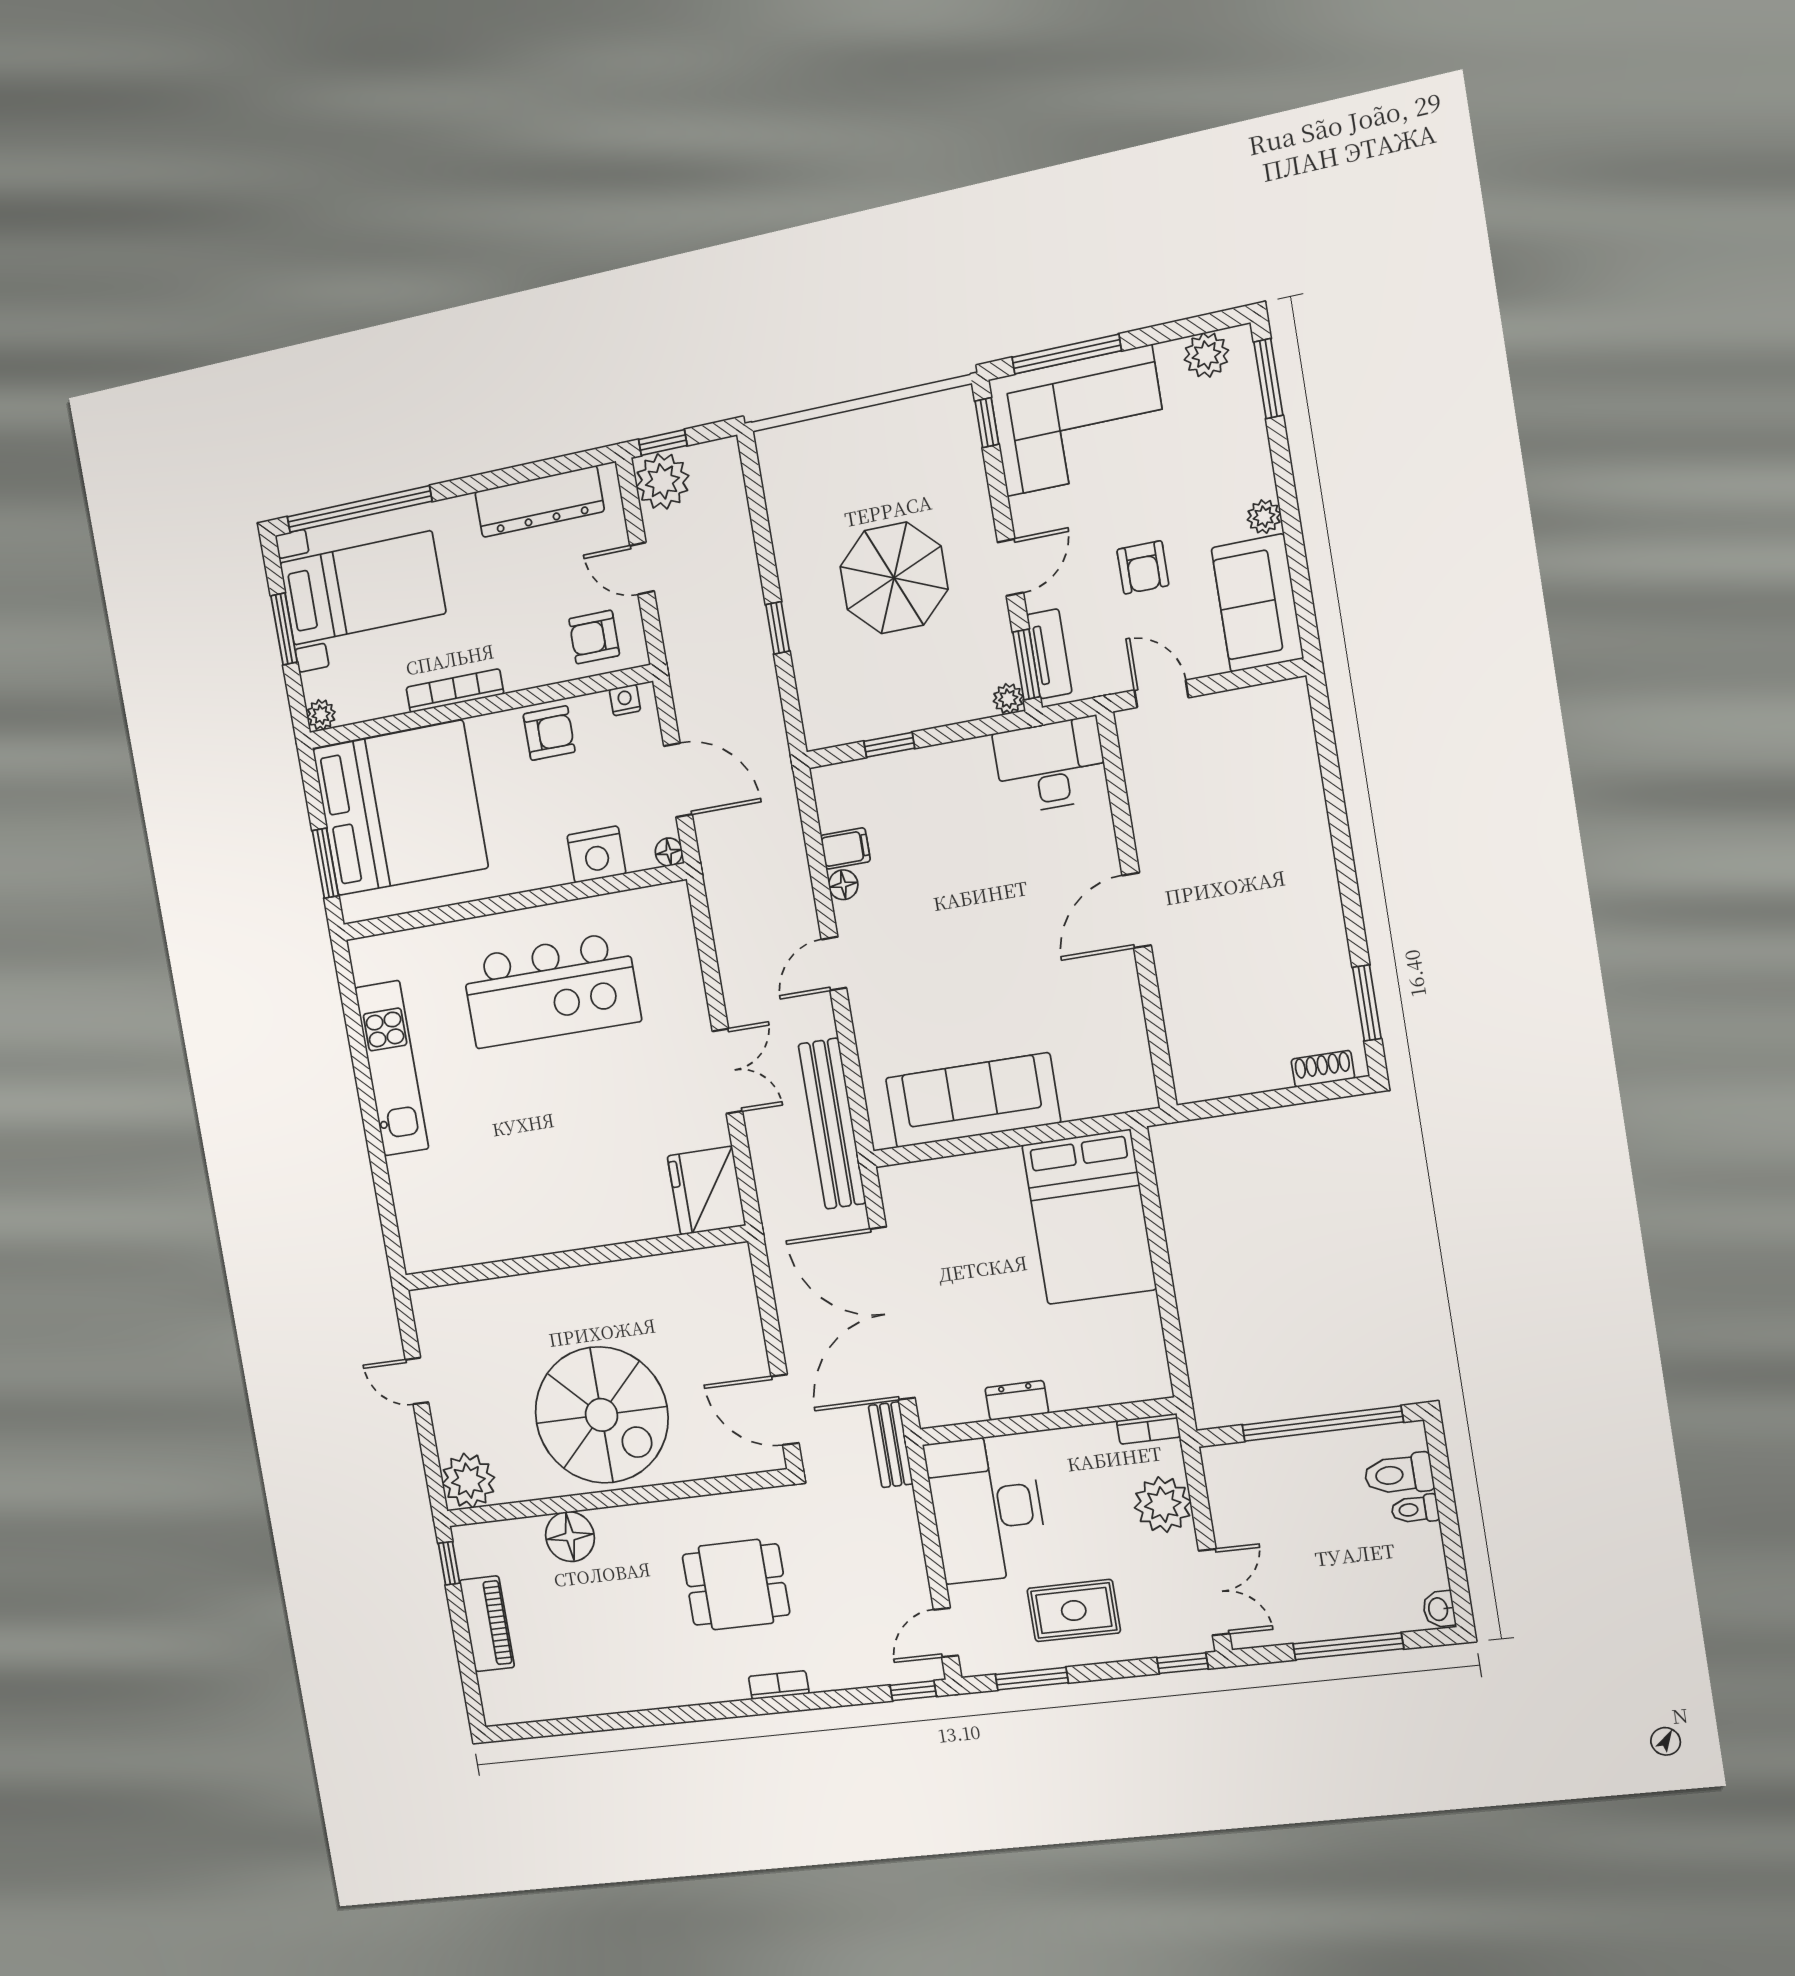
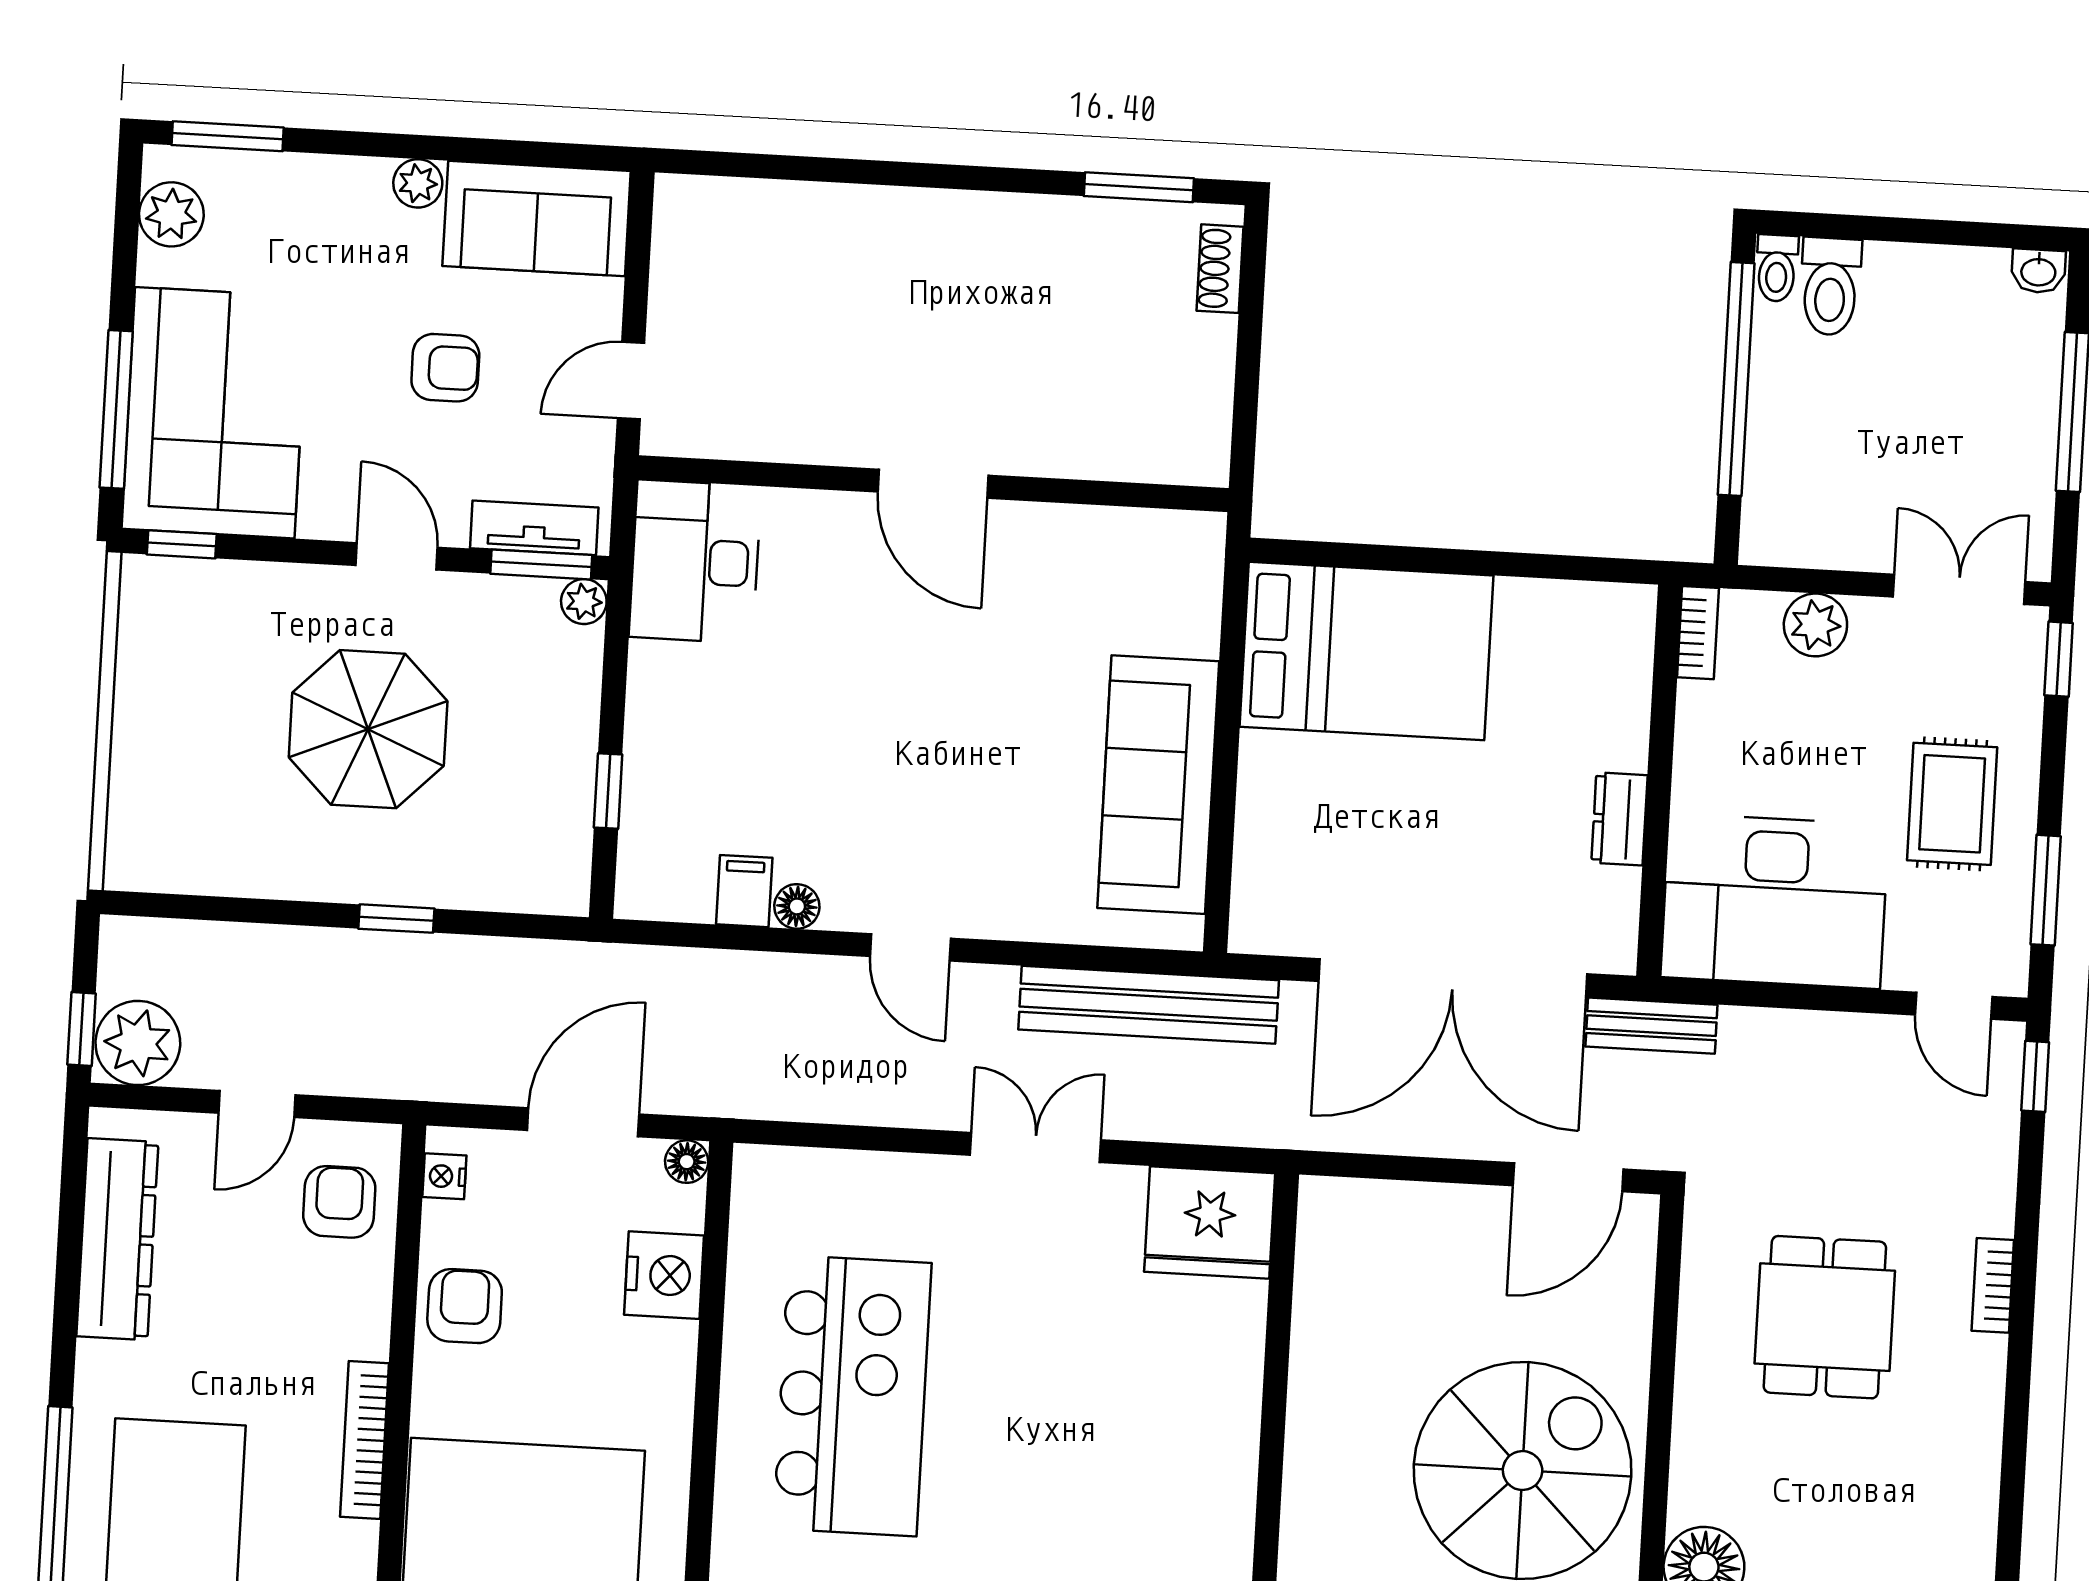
armchair: (594, 637) -> (339, 1202), turned 180
plant: (1163, 1505) -> (1815, 625), width x0.73, depth x0.73
toilet: (1415, 1509) -> (1777, 268), moved

